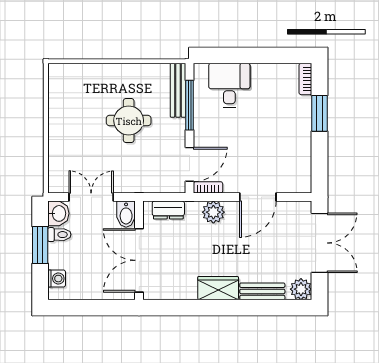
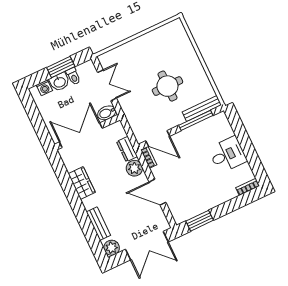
desk: (229, 85) -> (227, 155), moved
window: (319, 113) -> (200, 221), moved
dresser: (168, 210) -> (127, 149), moved
washbasin: (58, 213) -> (59, 82), moved
wardrobe: (218, 288) -> (82, 183), moved

